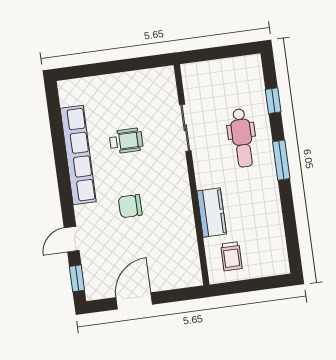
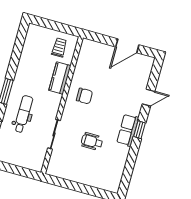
row of seats: (78, 155) -> (128, 130), width x0.50
chair: (130, 206) -> (84, 96), moved
window: (77, 278) -> (139, 130), moved

